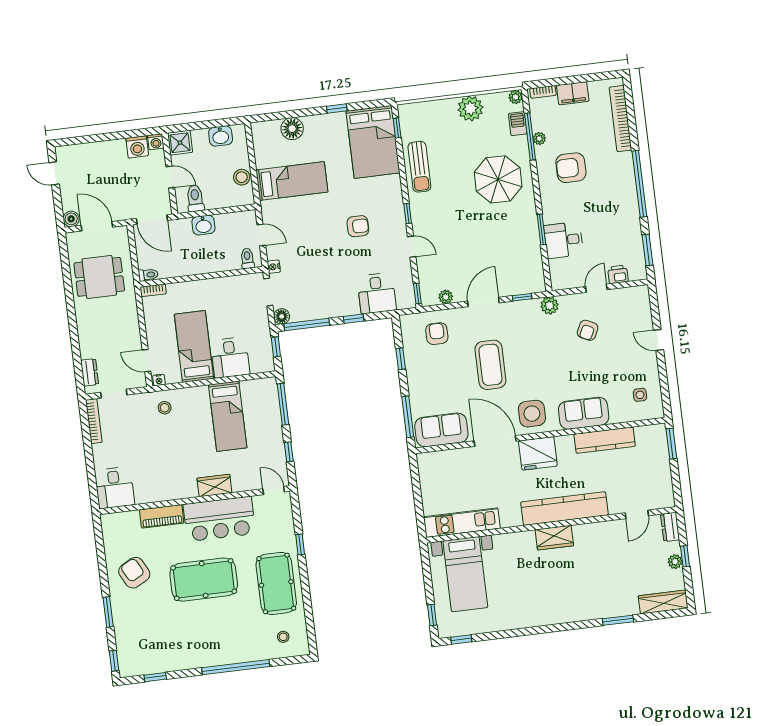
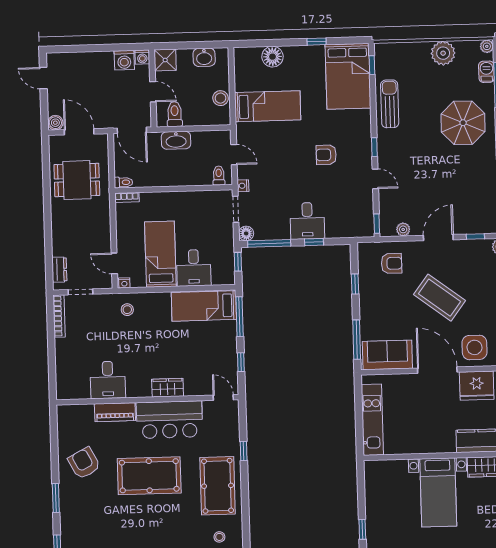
sun lounger: (419, 167) -> (390, 104), turned 180
washbasin: (203, 225) -> (176, 140), width x1.38
armchair: (358, 226) -> (326, 155), turned 180
desk: (377, 293) -> (307, 221), moved
armchair: (437, 334) -> (392, 263), turned 90
coffee table: (490, 365) -> (440, 298), turned -53
bed: (228, 416) -> (204, 306), moved, turned 90
desk: (115, 488) -> (108, 380), moved
kitchen unit: (462, 523) -> (372, 420), moved, turned 90
bed with nightstands: (465, 574) -> (438, 492), moved

